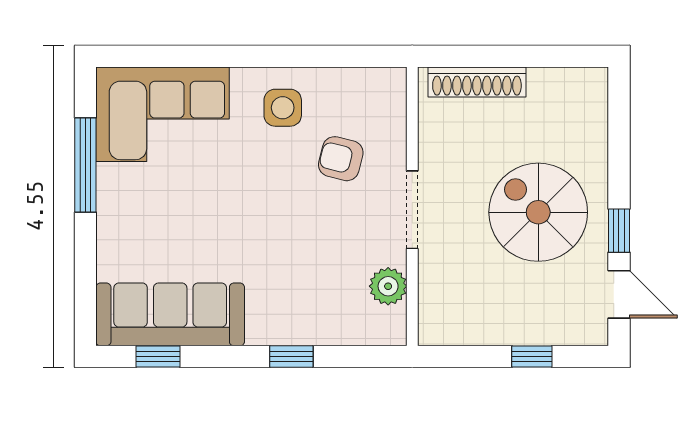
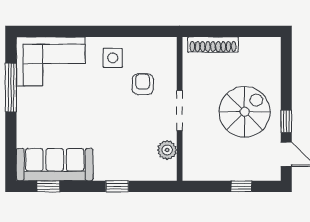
armchair: (341, 159) -> (143, 84), turned 76
spiral stairs: (538, 212) -> (245, 112), turned 90

